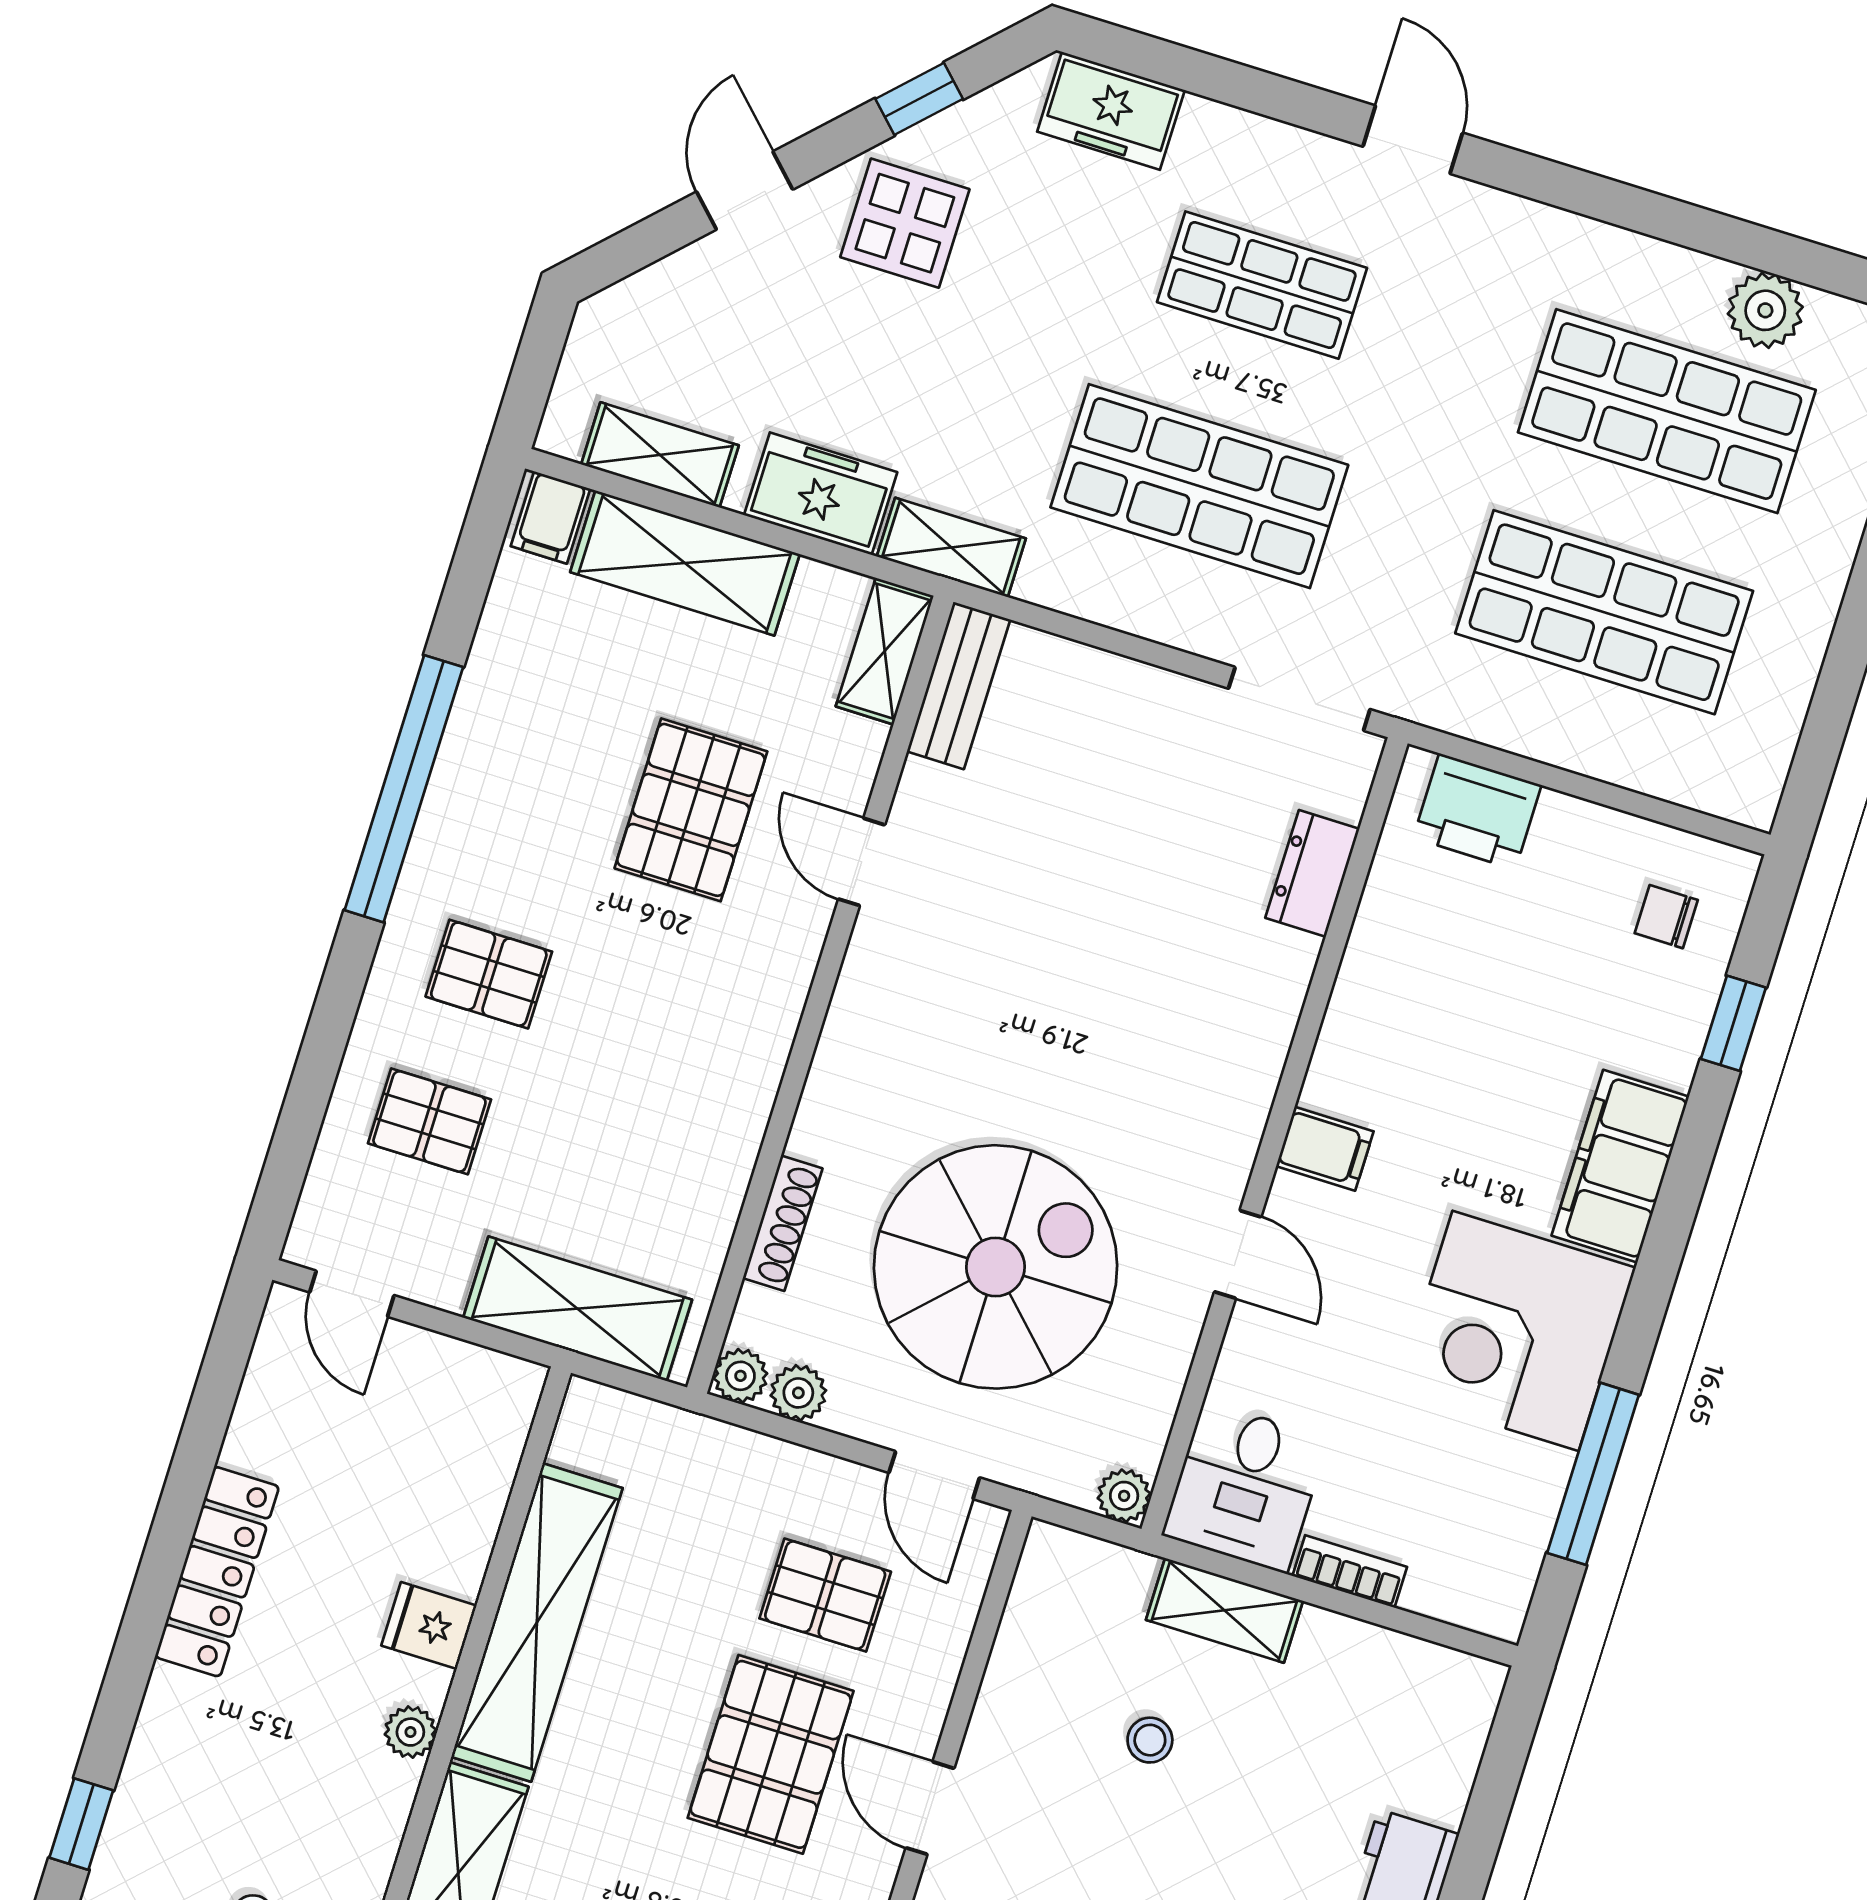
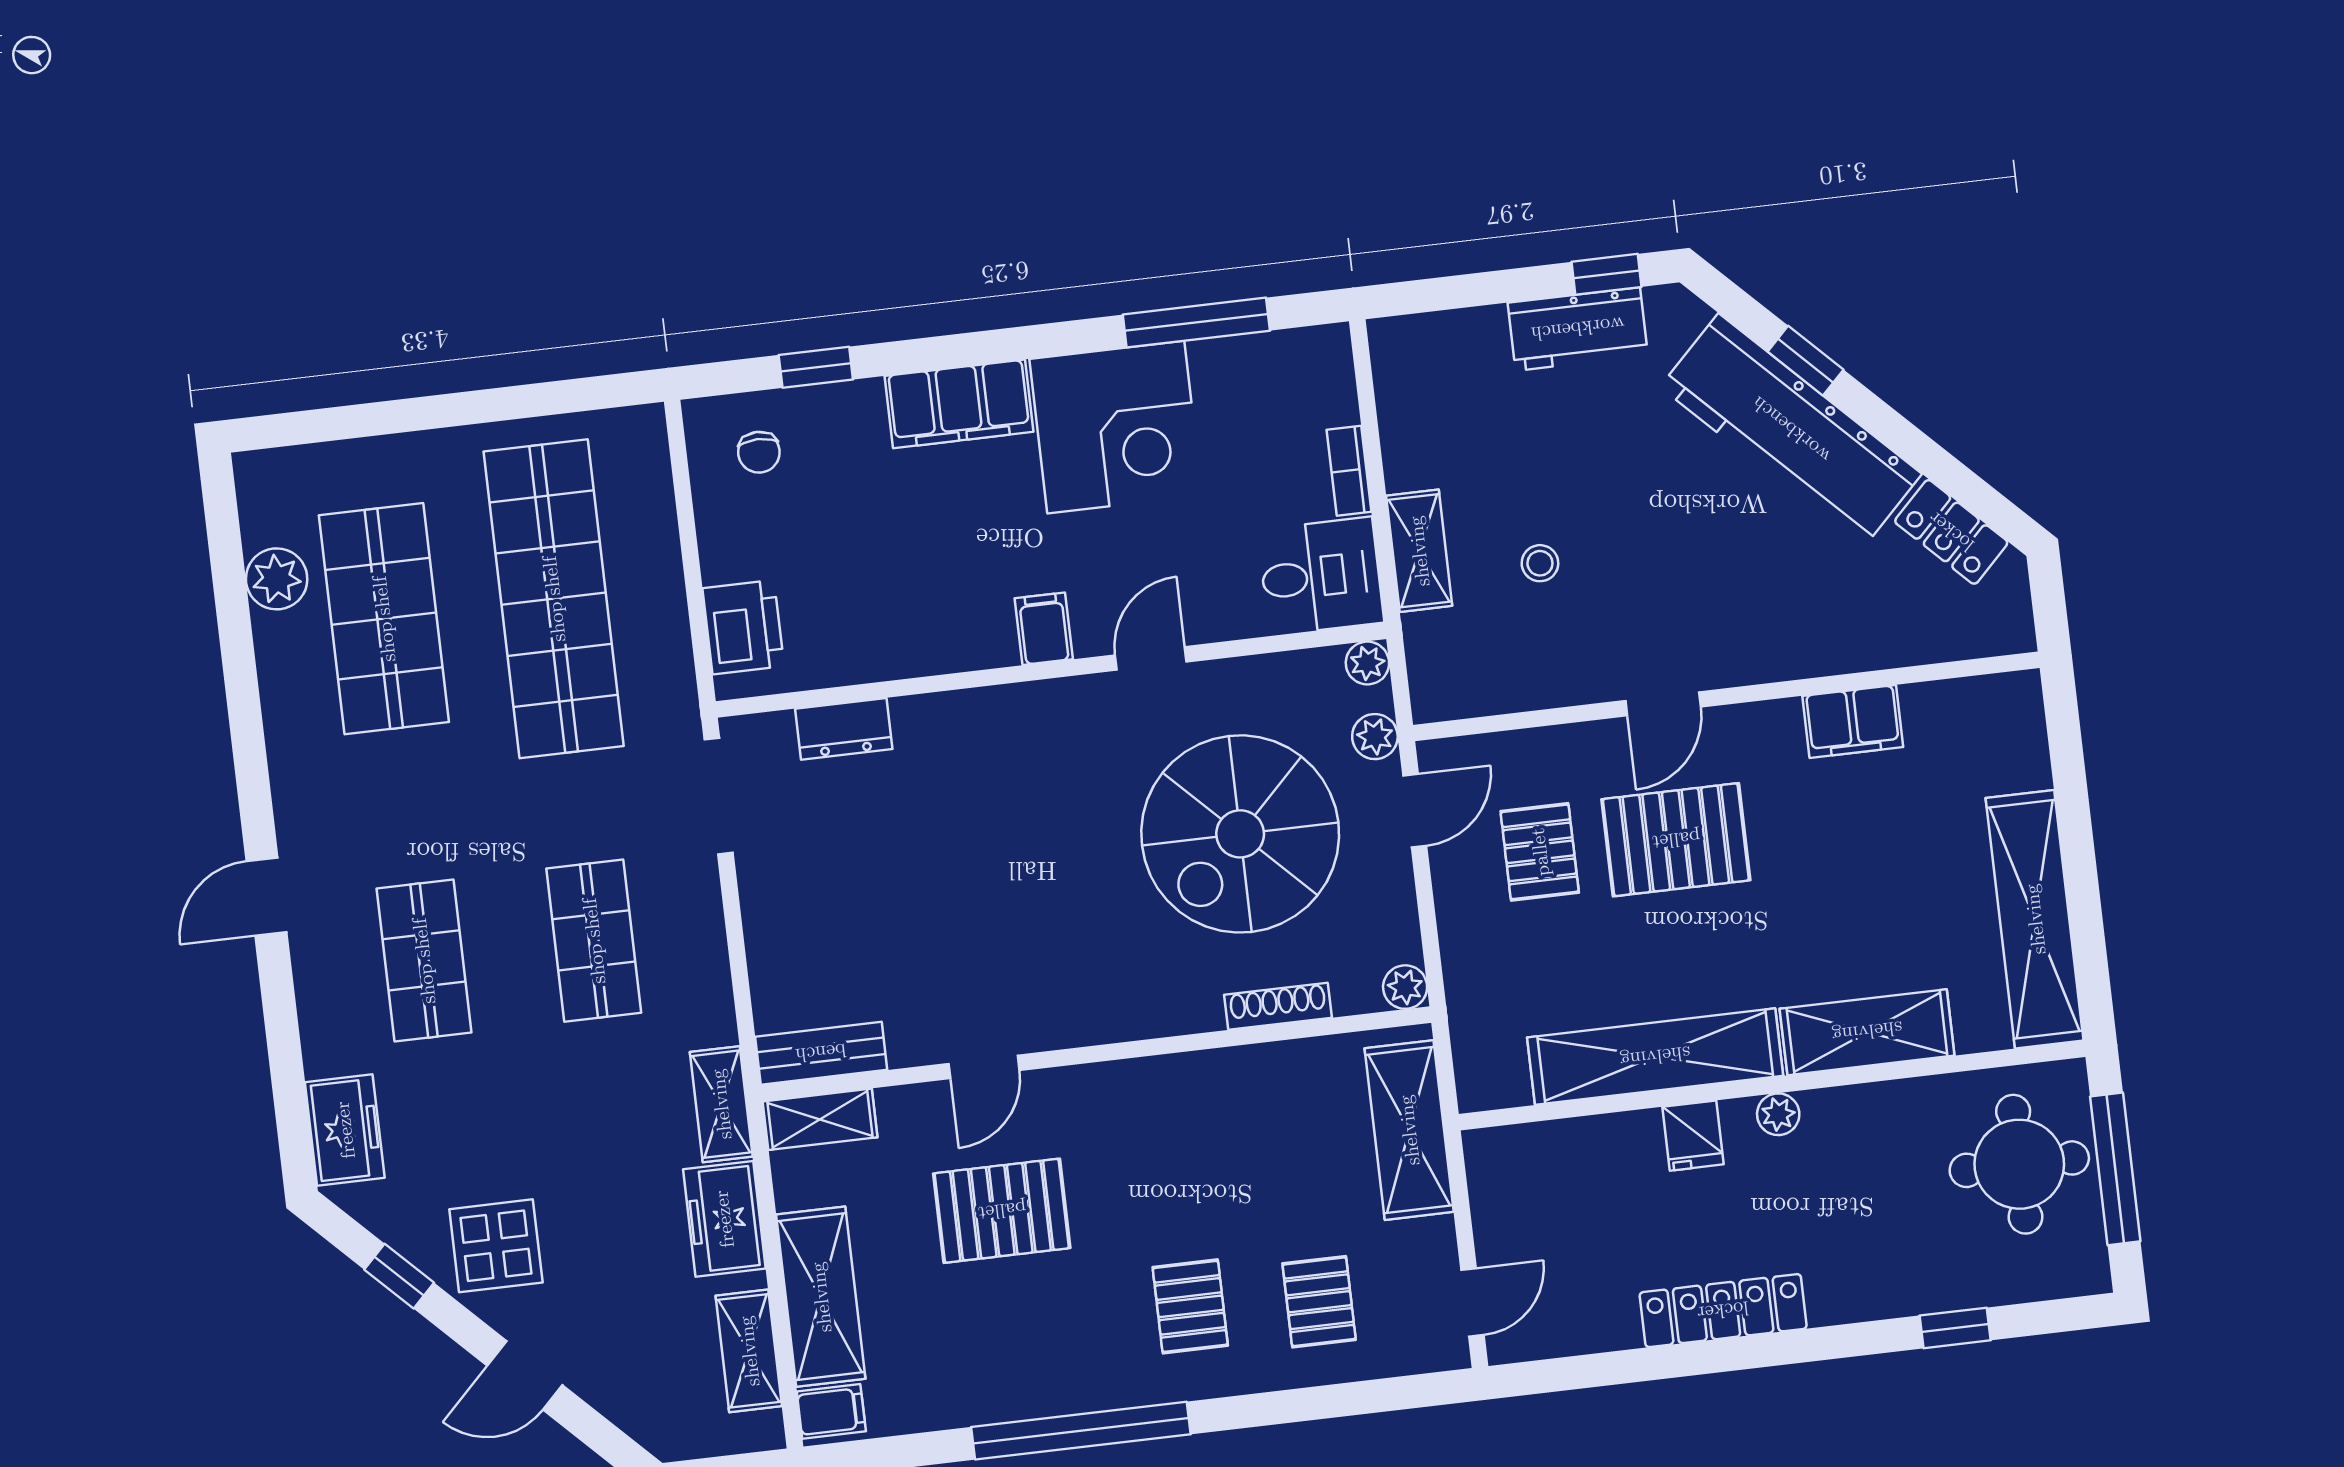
shop shelf: (1199, 486) -> (594, 941), width x0.70, depth x0.74
shop shelf: (1604, 612) -> (554, 599), width x1.40
spiral stairs: (996, 1267) -> (1240, 834), turned -90
plant: (798, 1393) -> (1375, 737), moved

